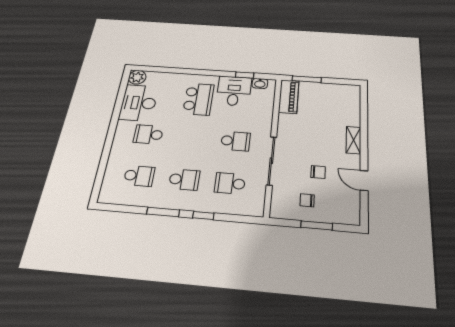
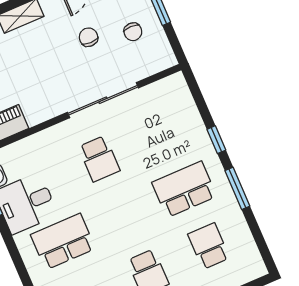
school desk: (235, 141) -> (99, 159), turned 180
school desk: (184, 180) -> (184, 189), width x1.85
school desk: (230, 183) -> (160, 133), removed

